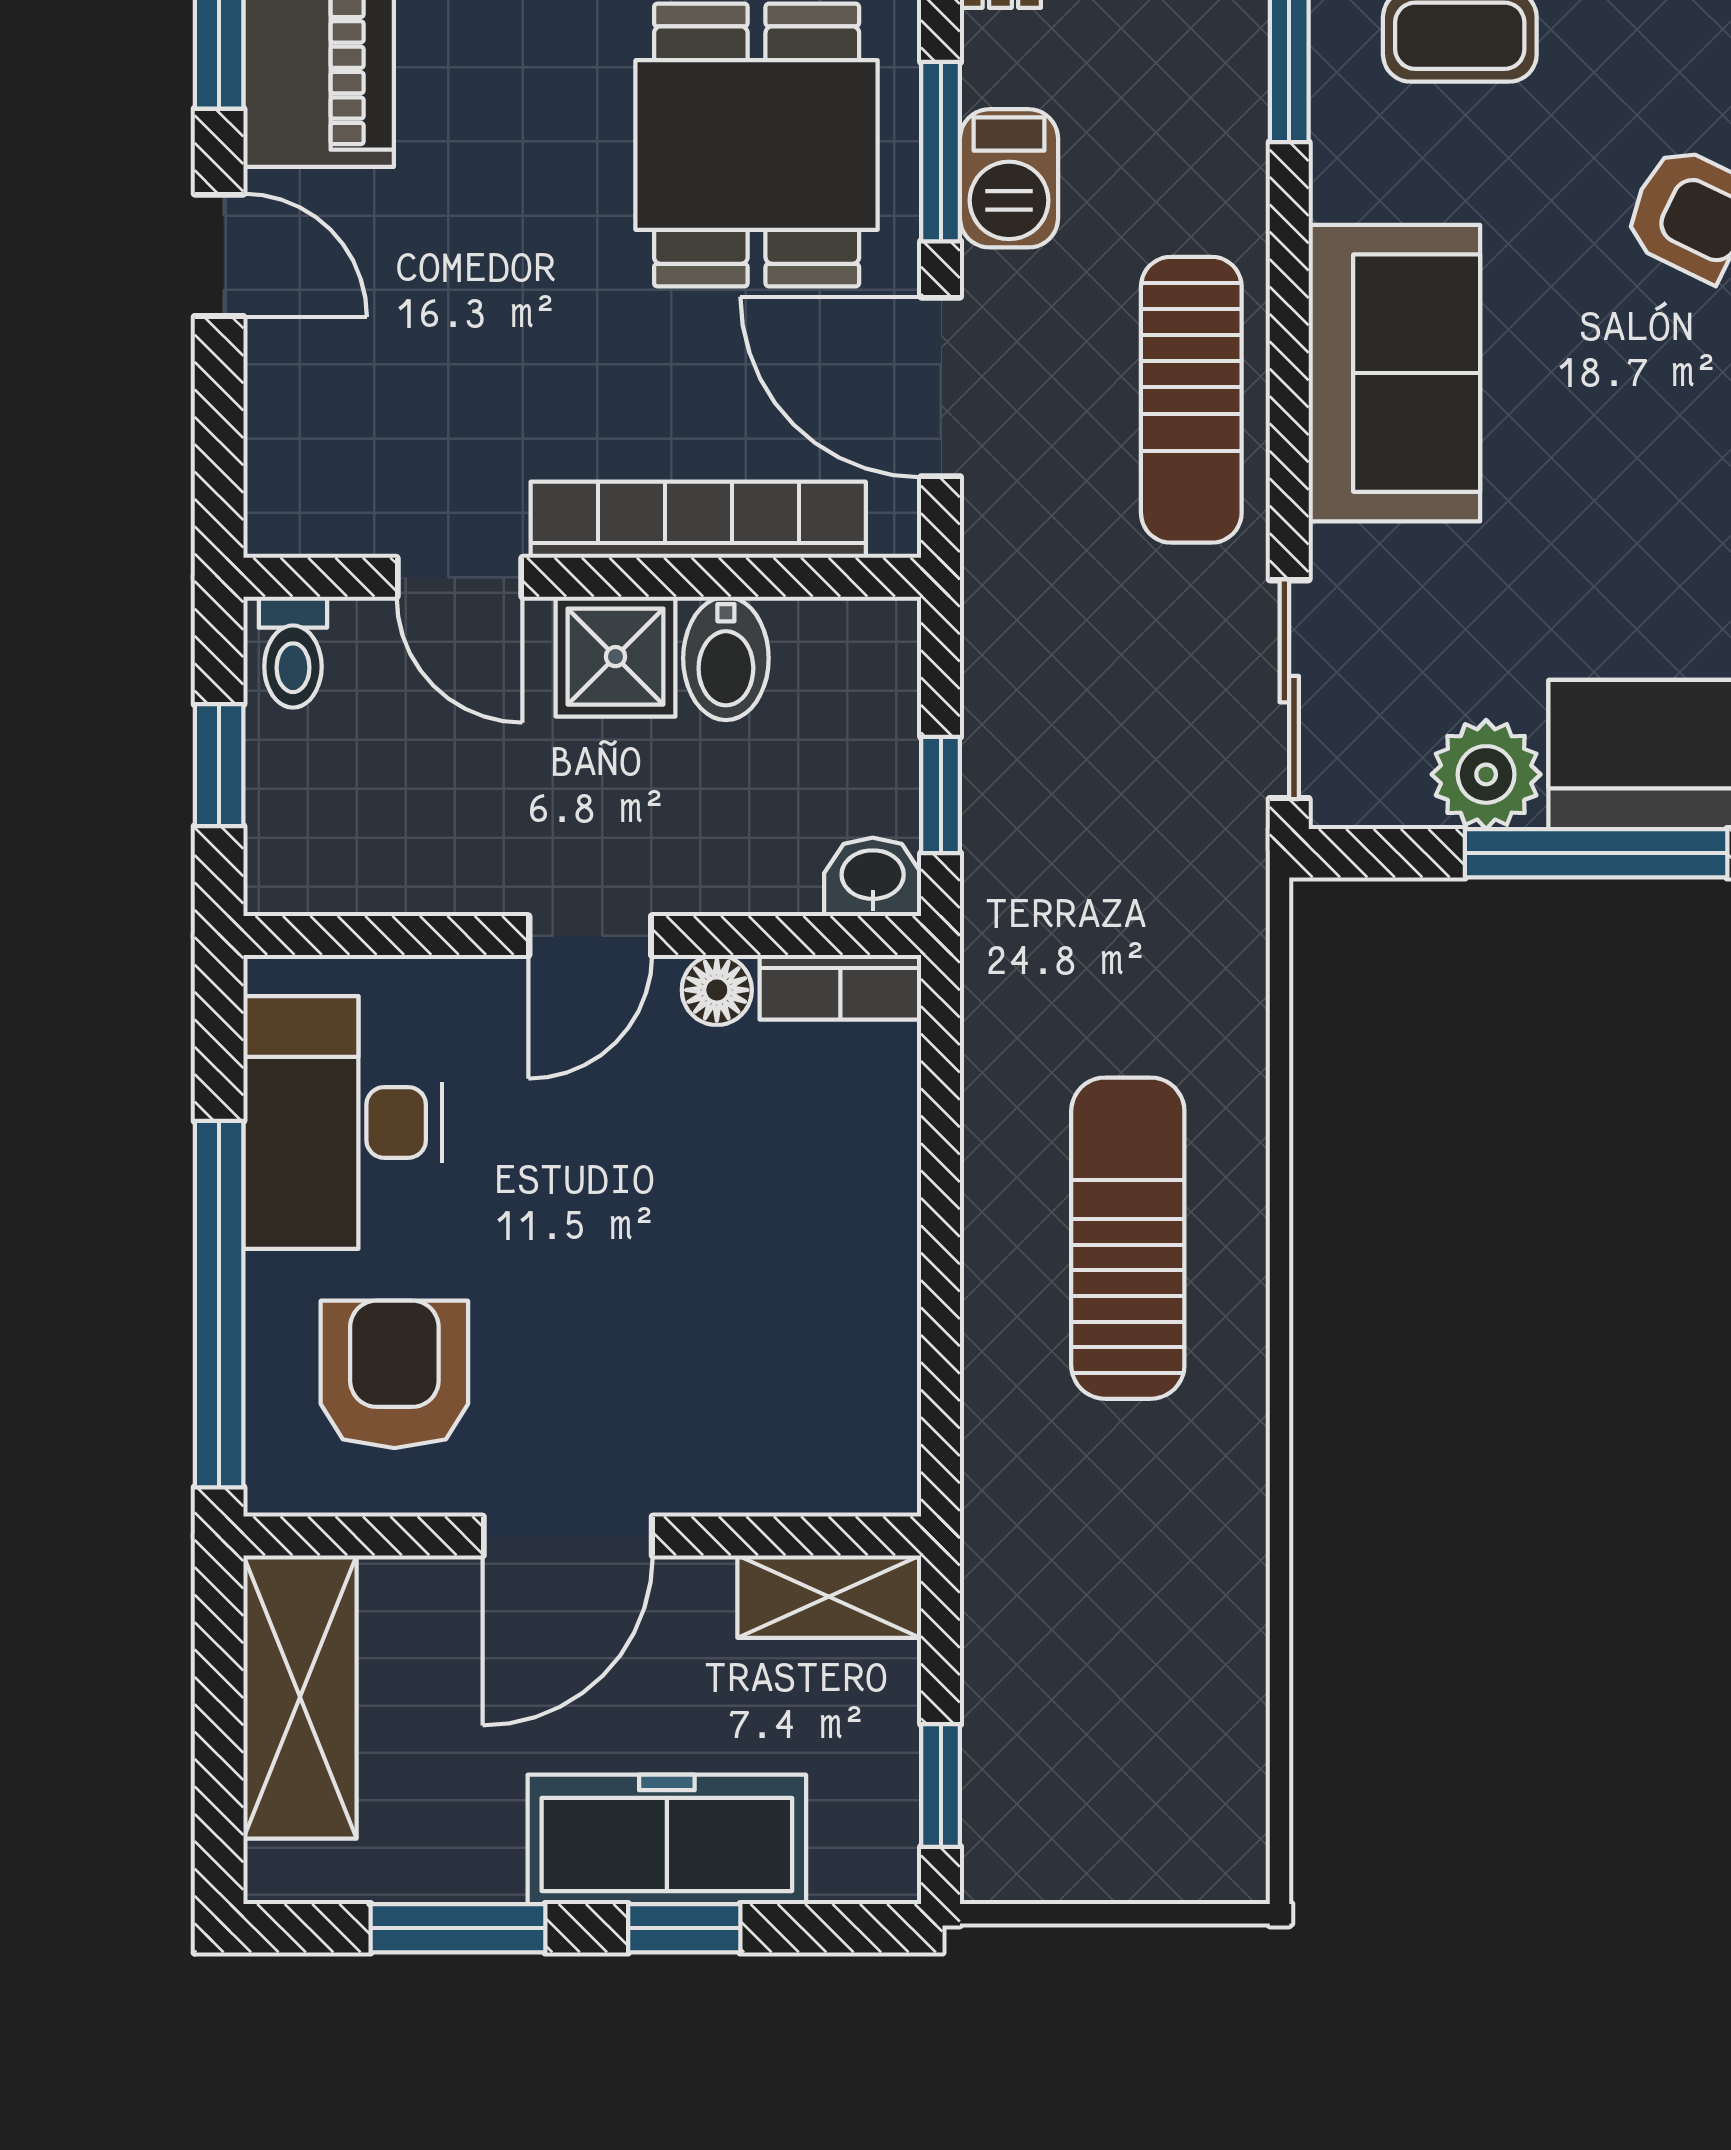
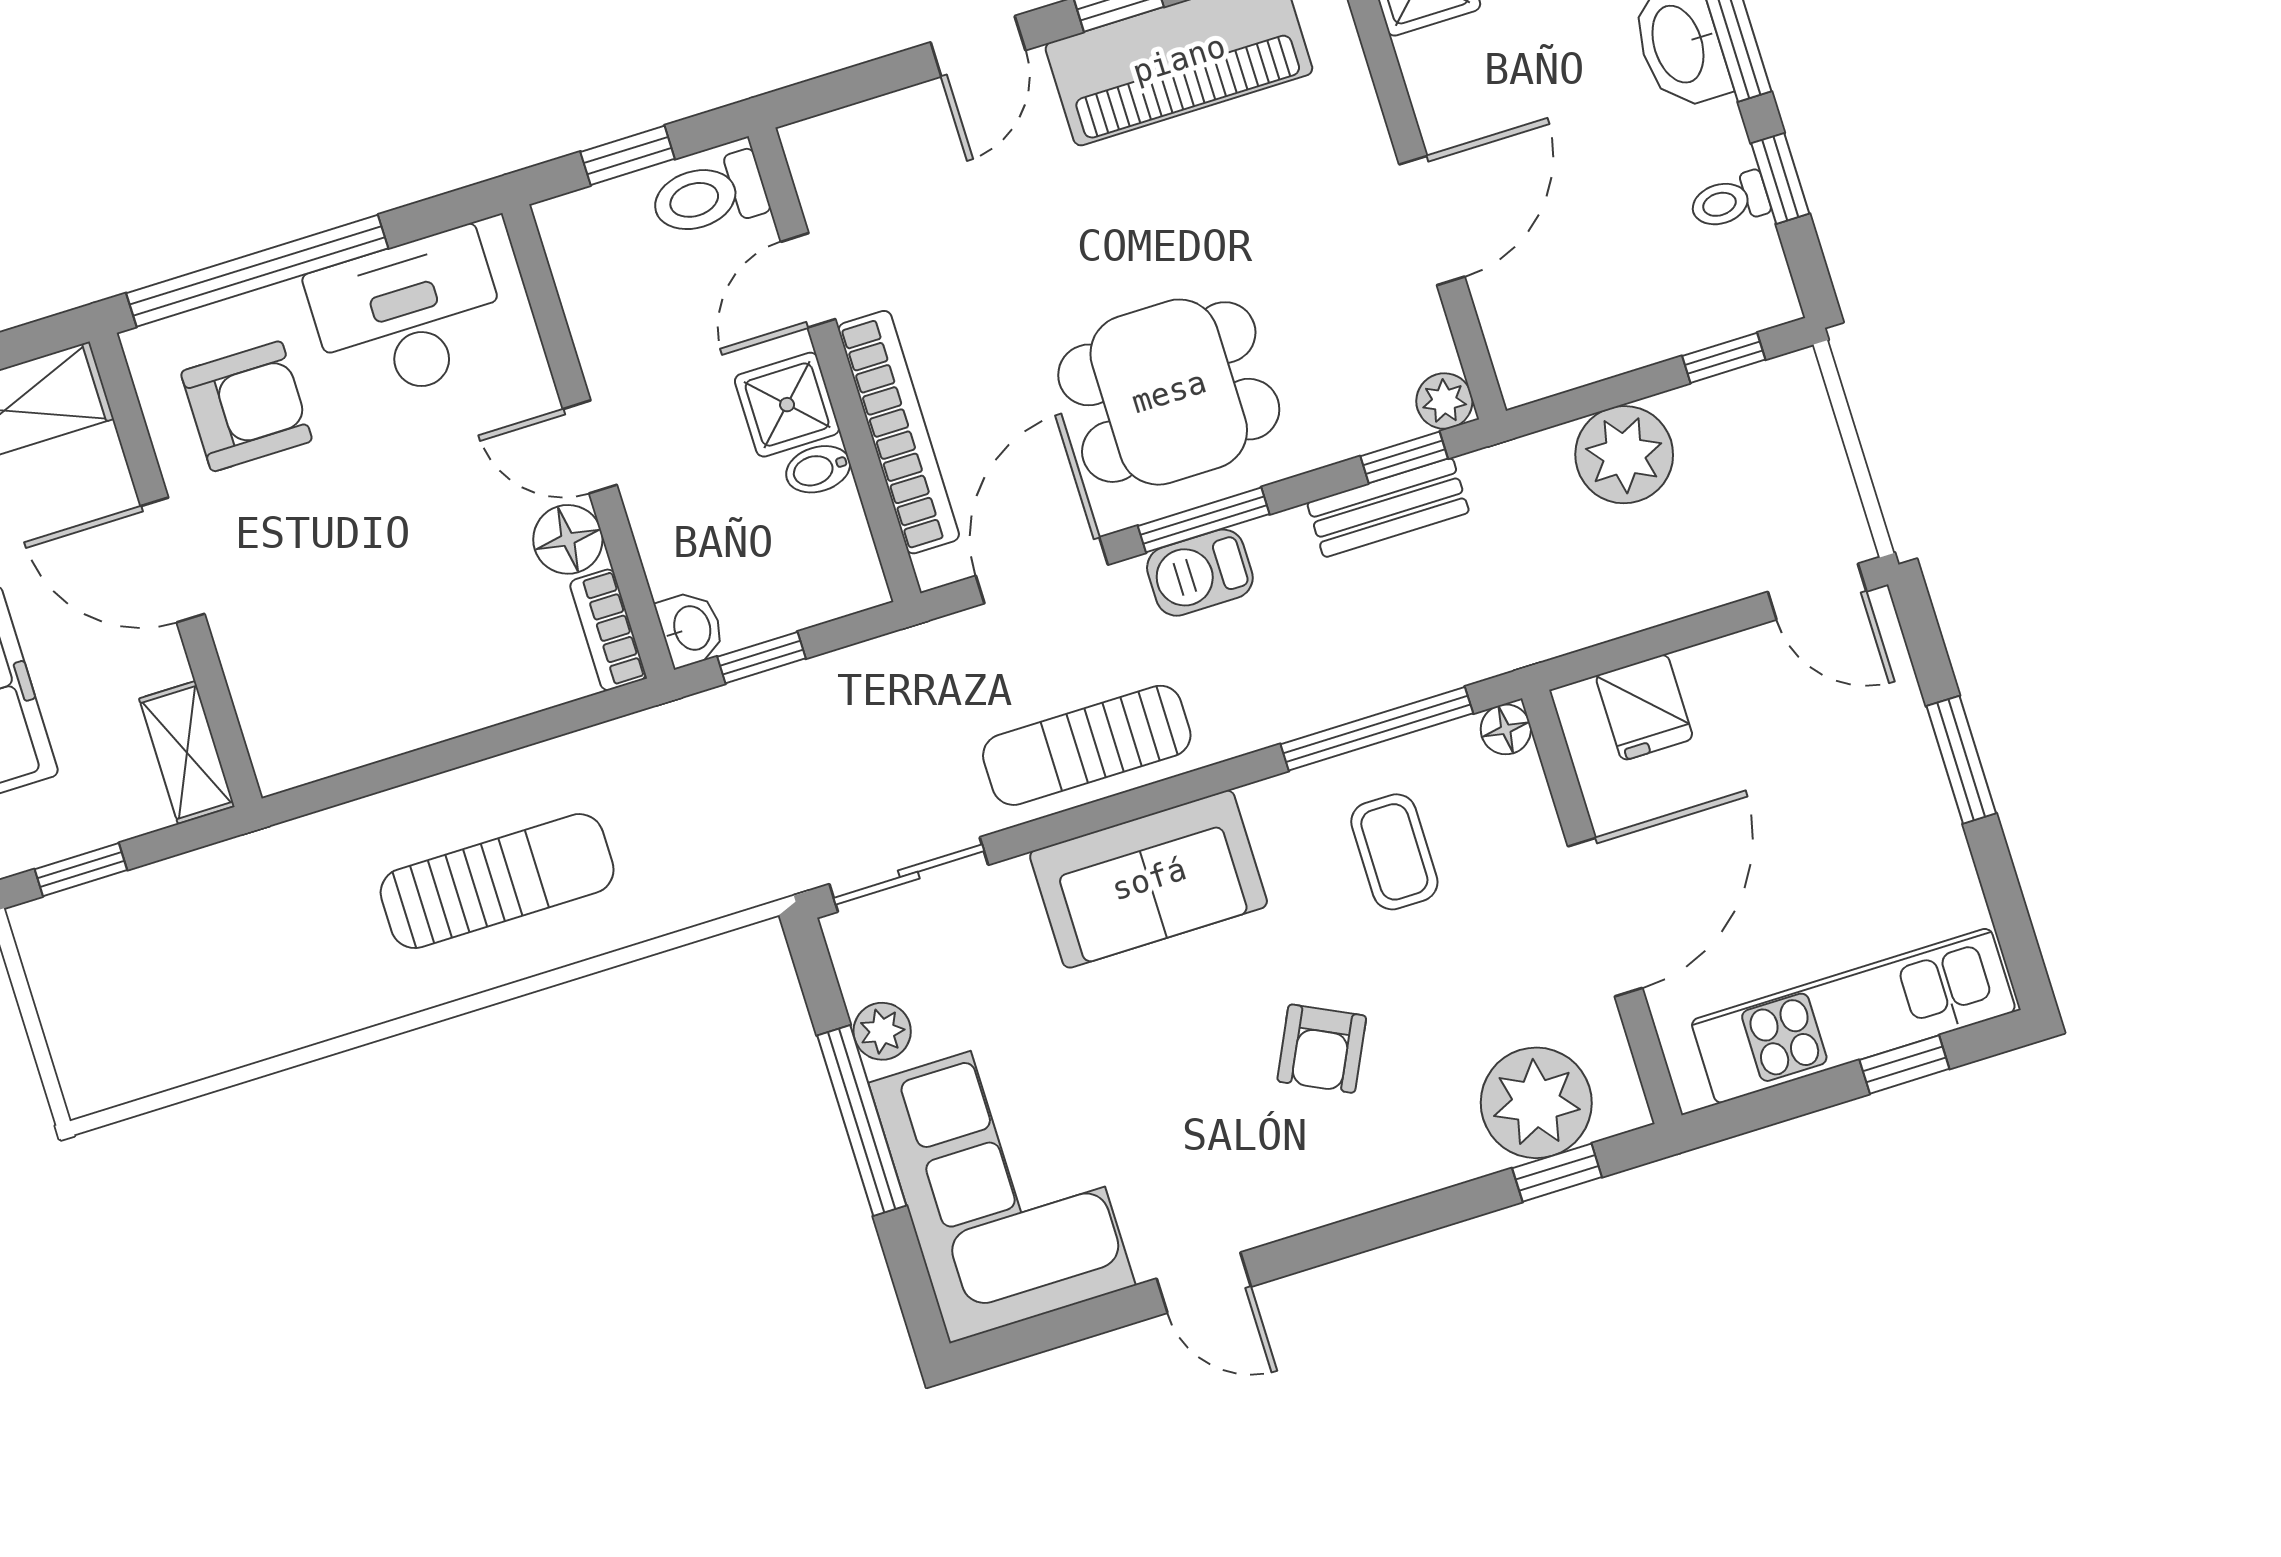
toilet: (293, 652) -> (709, 195), width x1.37, depth x1.39
bidet: (726, 658) -> (818, 469), width x0.72, depth x0.74
plant: (1486, 774) -> (882, 1031), width x0.73, depth x0.73
floor lamp: (717, 990) -> (568, 539), width x1.37, depth x1.37

